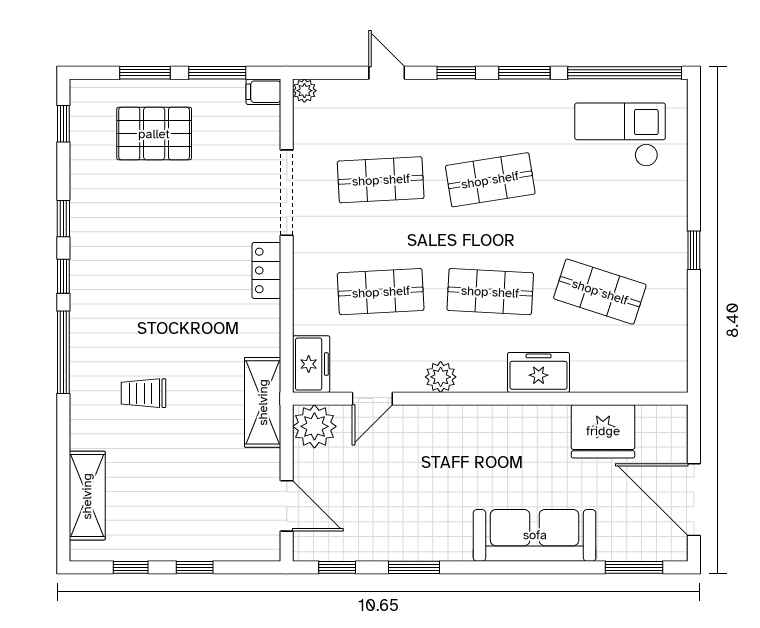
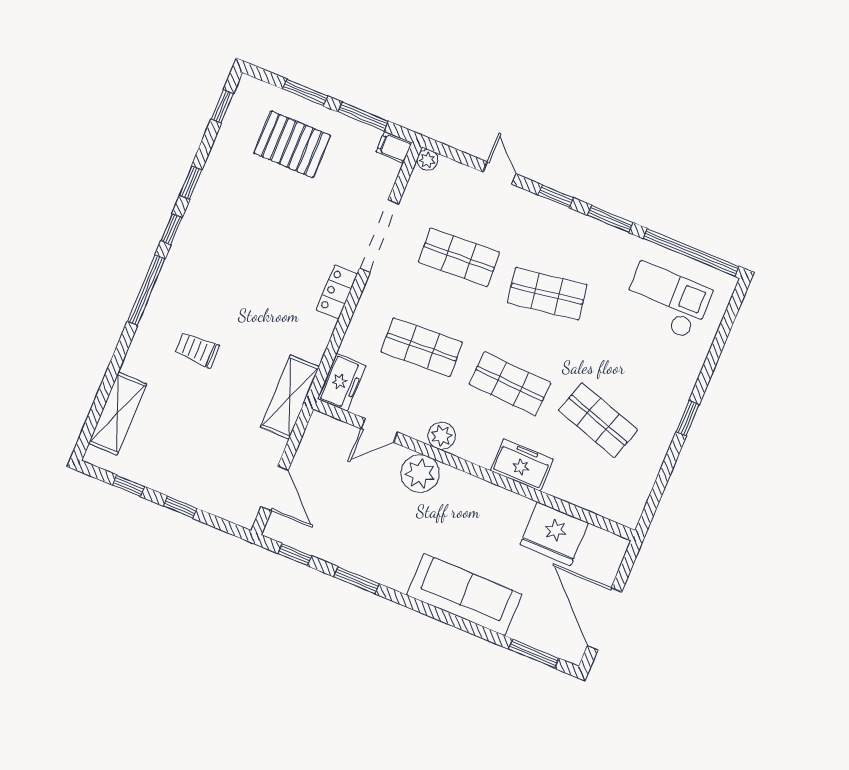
plant: (314, 426) -> (420, 474), moved

